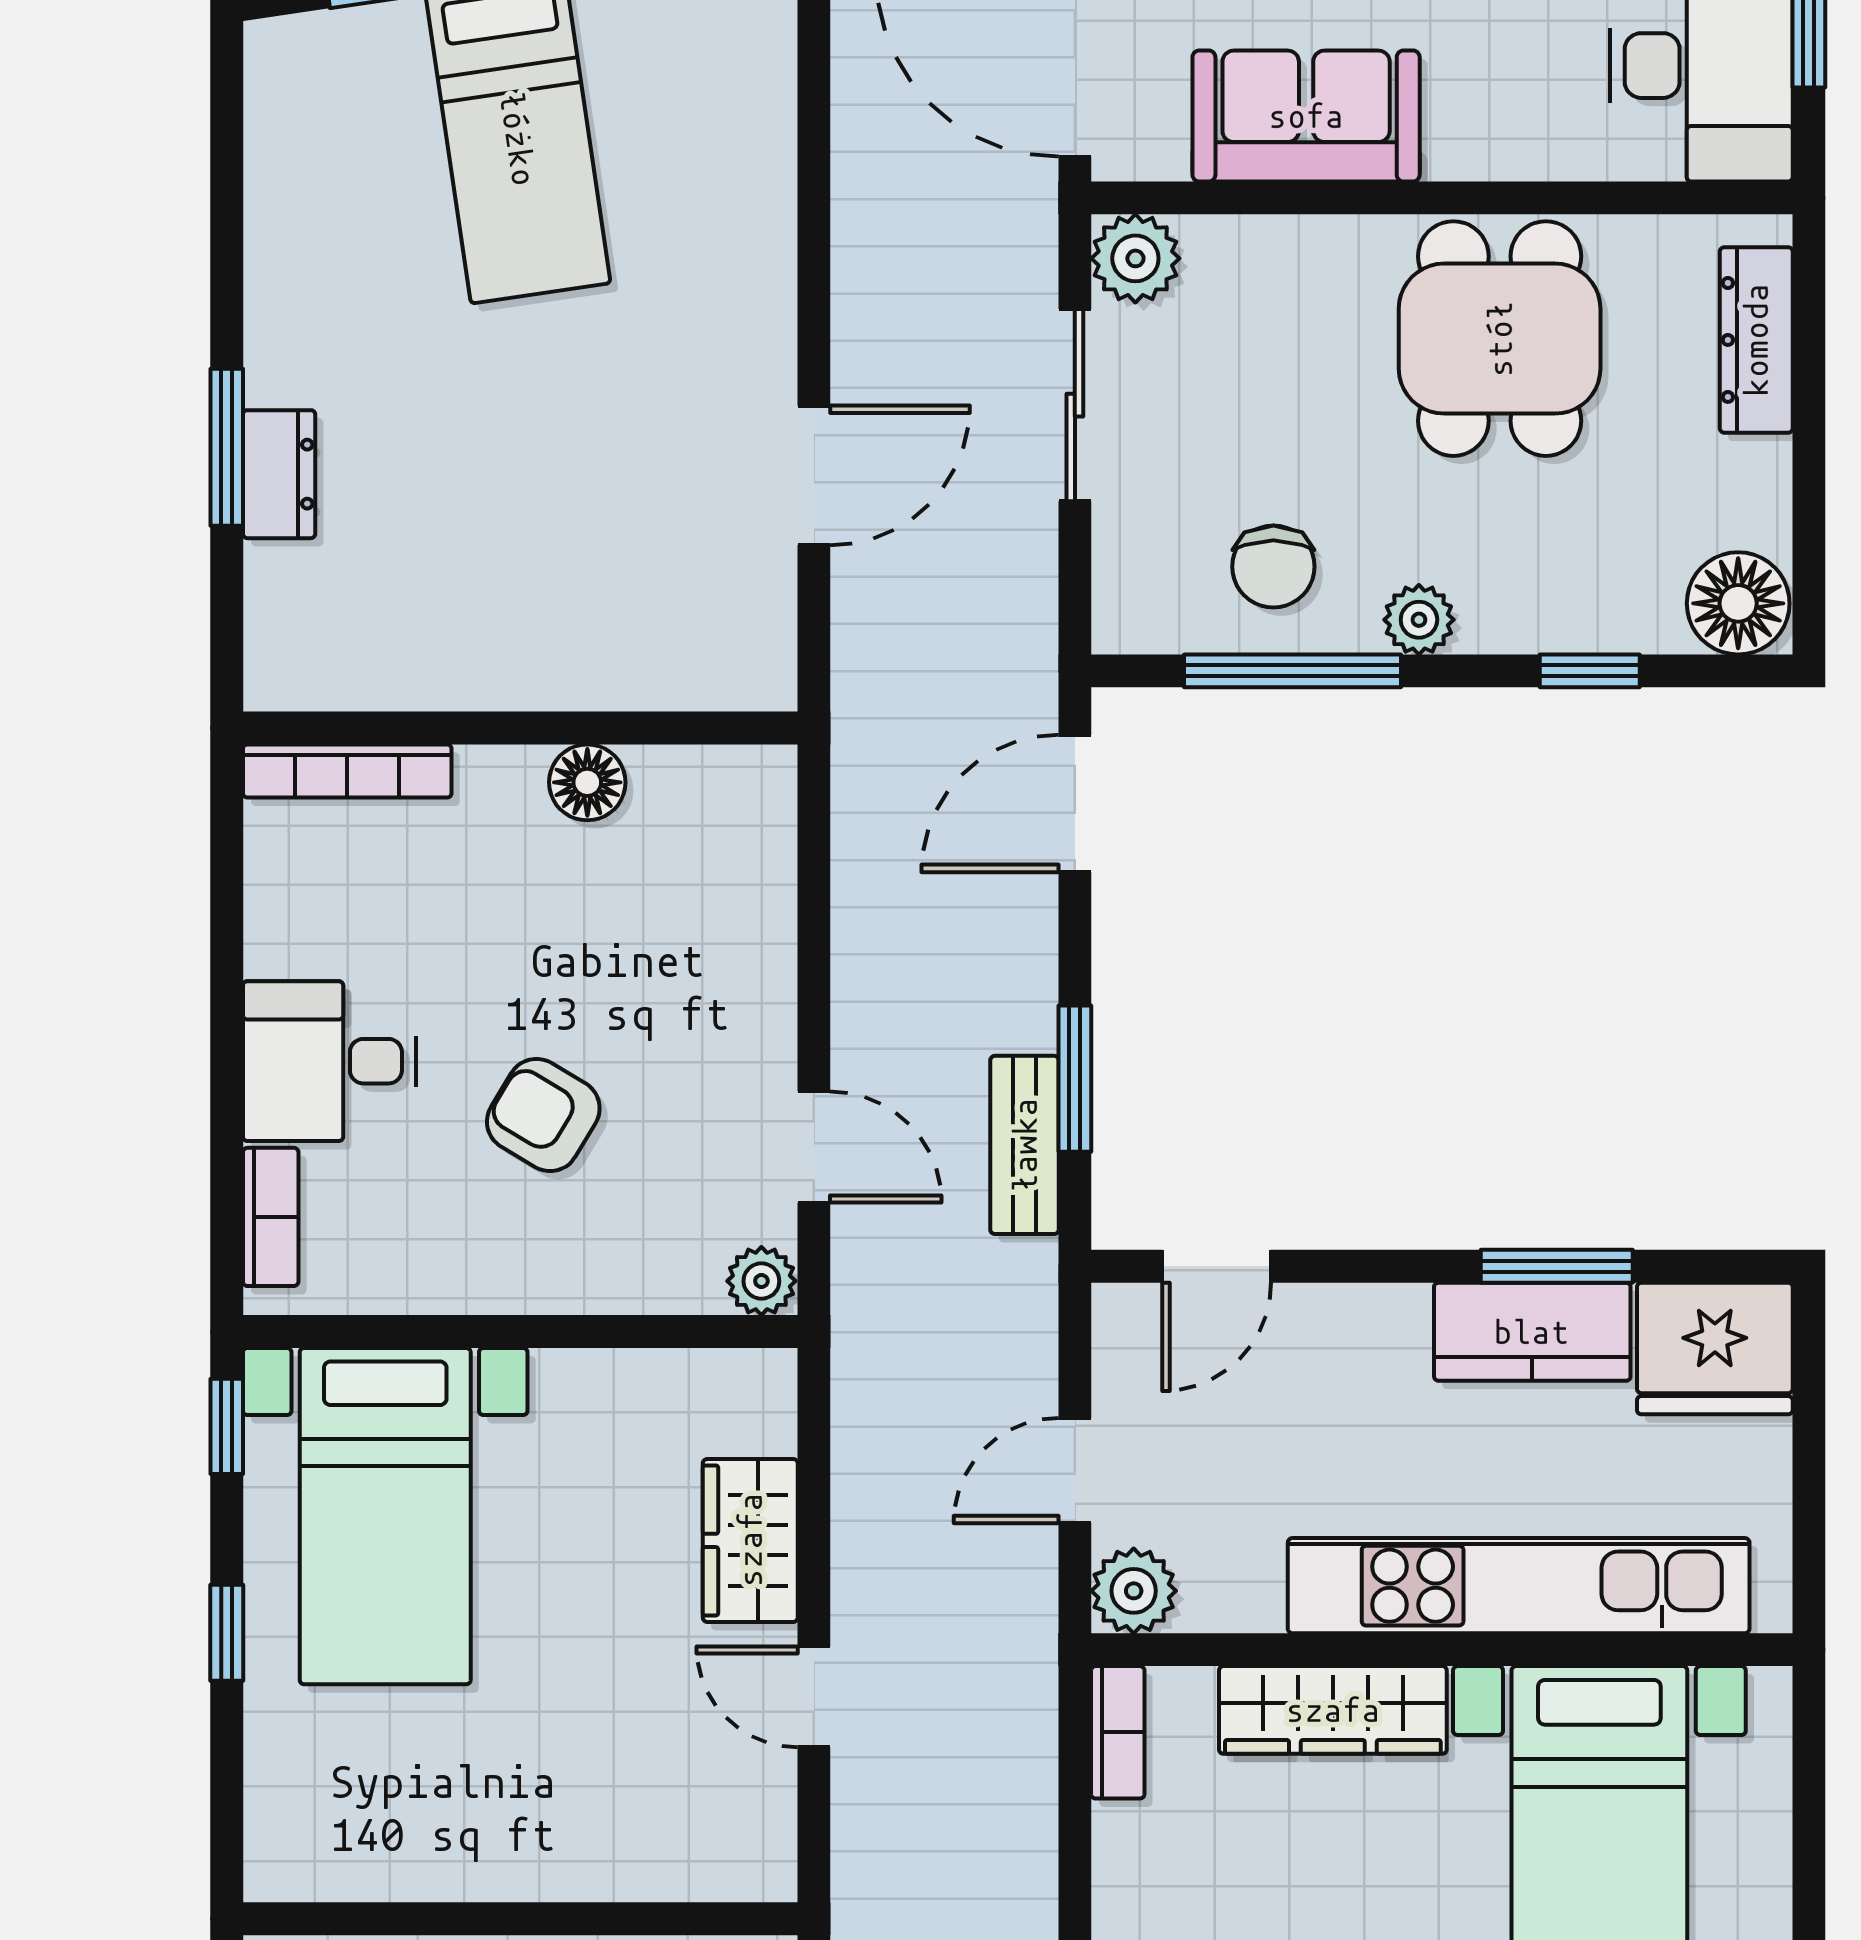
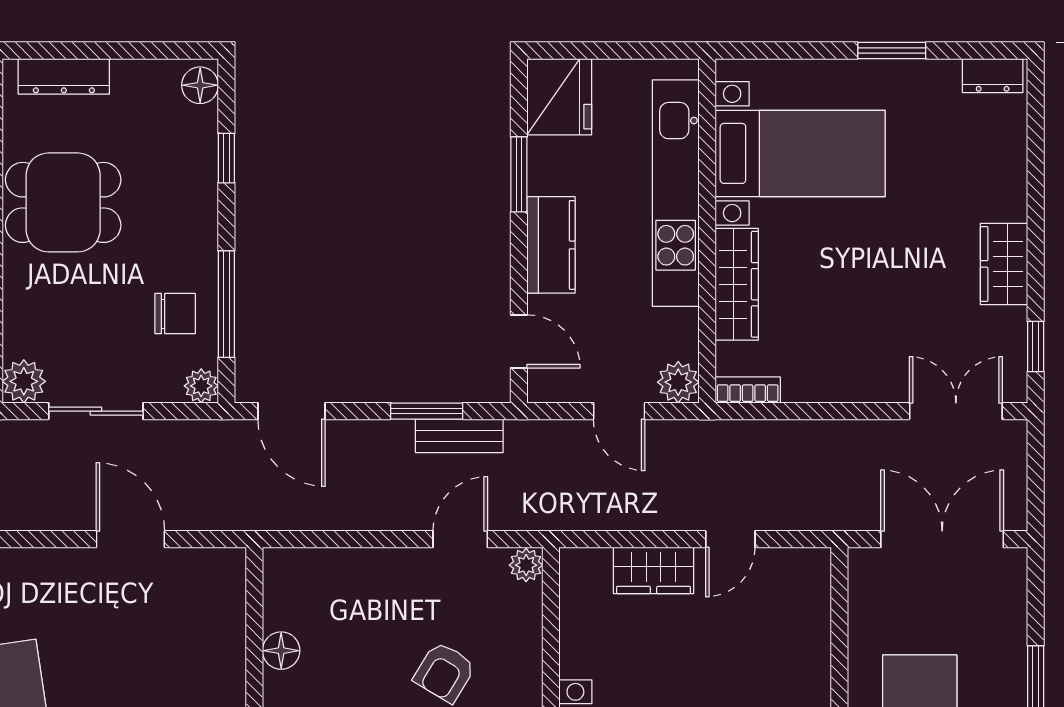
floor lamp: (1738, 603) -> (200, 85), width x0.73, depth x0.73
plant: (1419, 620) -> (201, 386), moved
kitchen counter: (1532, 1332) -> (551, 245), moved

